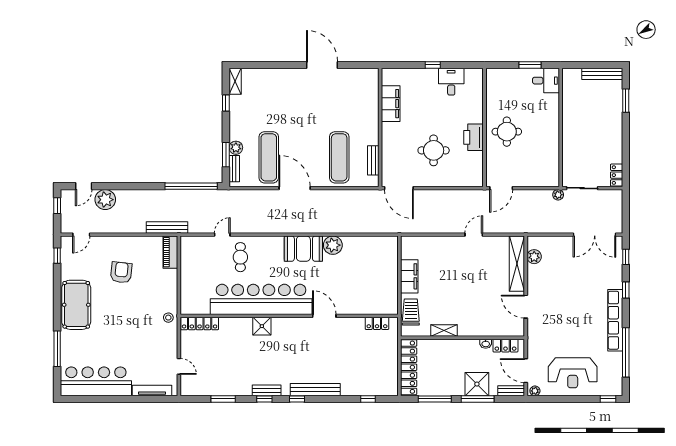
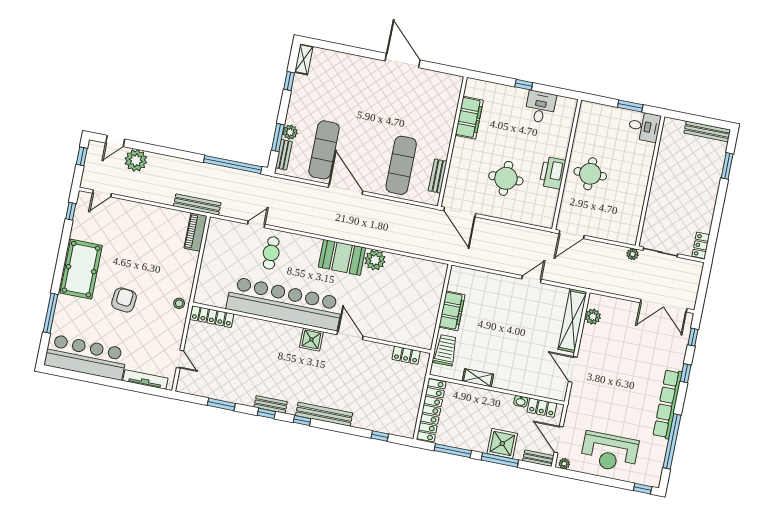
armchair: (121, 272) -> (124, 300), moved
shower: (262, 326) -> (311, 339), moved

